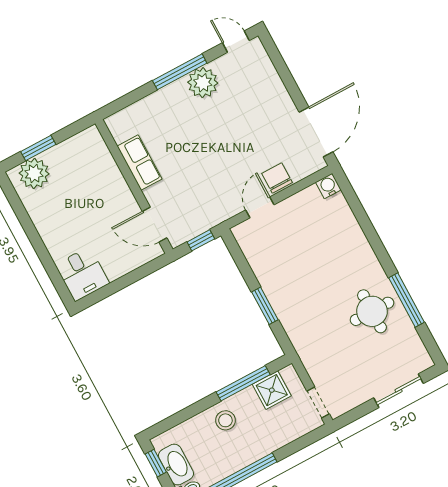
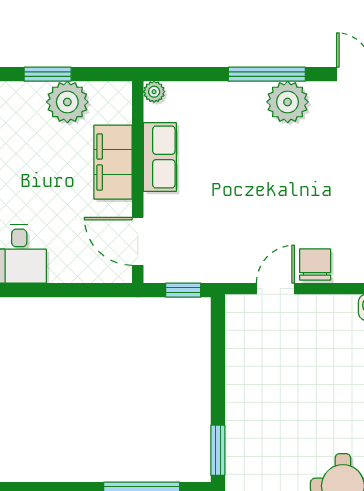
plant: (113, 122) -> (154, 92), added
plant: (34, 173) -> (67, 102), moved
filing cabinet: (111, 182) -> (113, 162), added
window: (265, 306) -> (218, 450), moved

